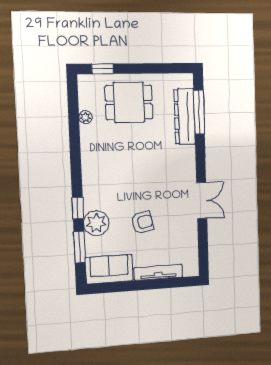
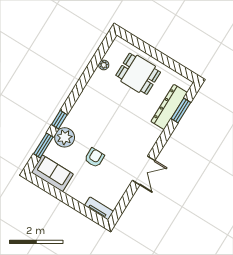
window: (103, 69) -> (135, 42), removed
window: (199, 112) -> (181, 110), width x0.69
armchair: (142, 222) -> (94, 158), turned -78
tv unit: (158, 272) -> (99, 208), moved, width x0.71

